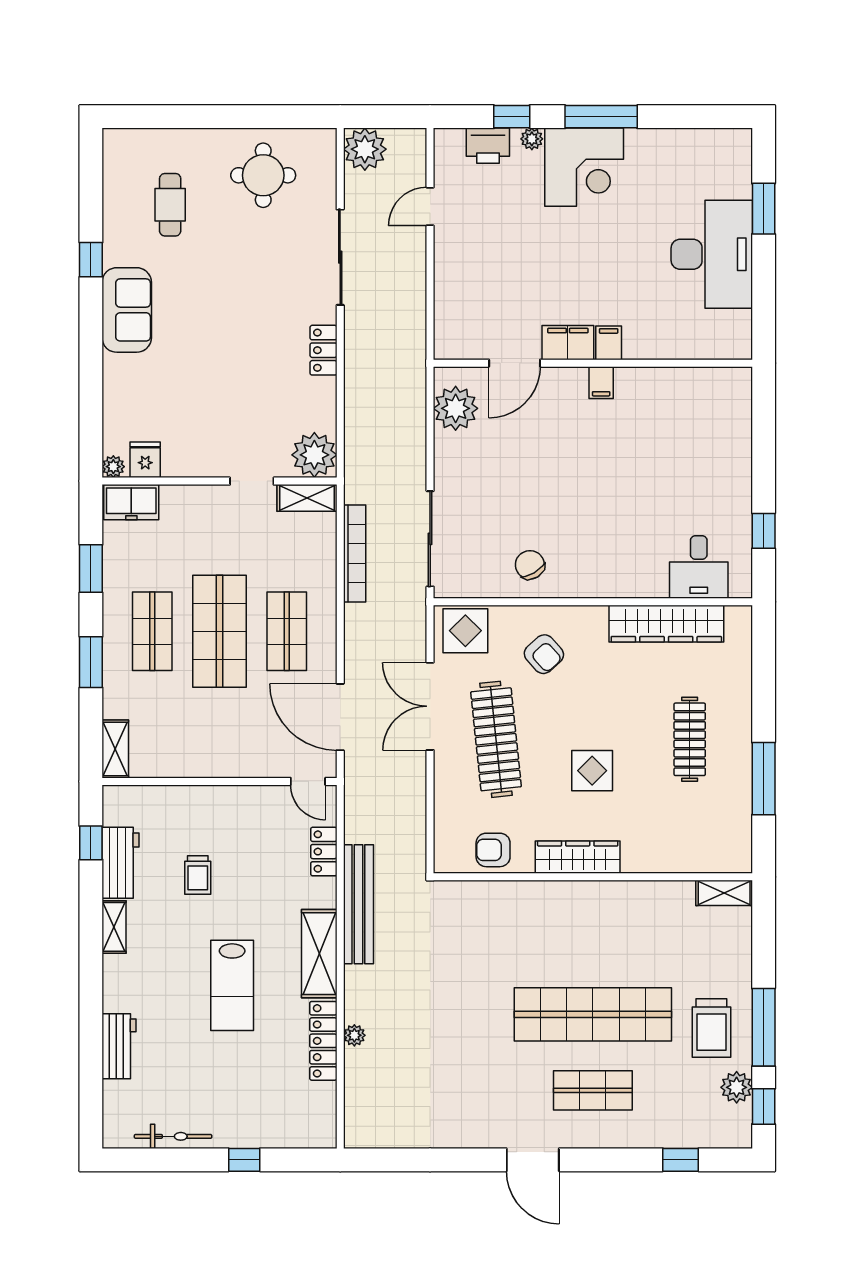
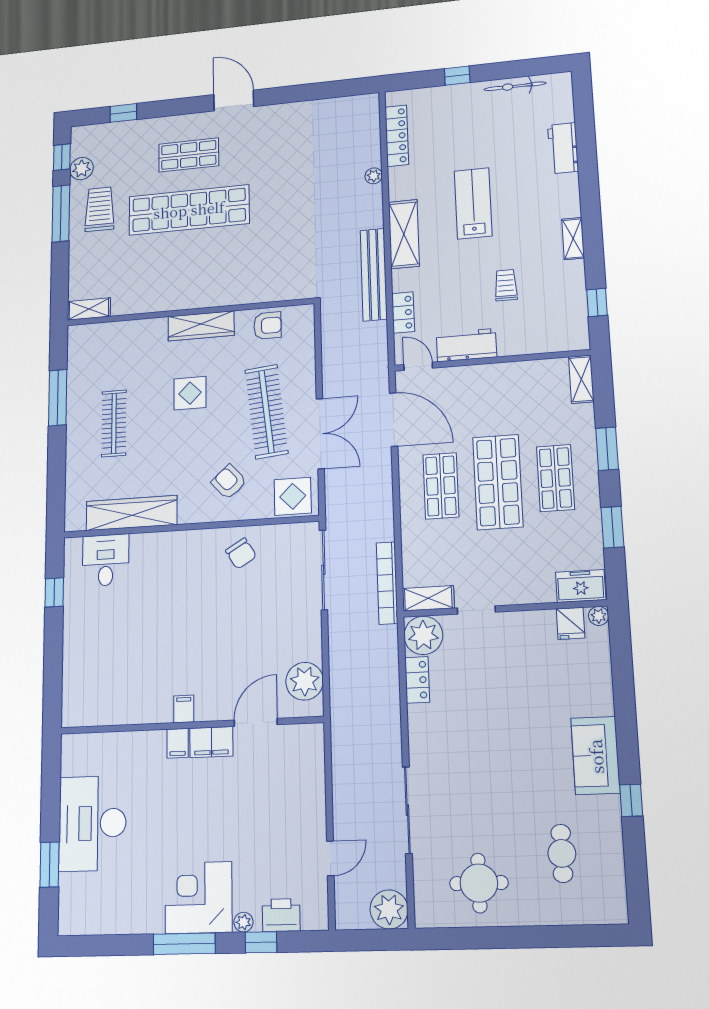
locker: (324, 350) -> (417, 680), moved
bookcase: (355, 553) -> (387, 583), moved
workbench: (121, 863) -> (466, 345), moved, turned 90
locker: (323, 1041) -> (397, 136), moved

